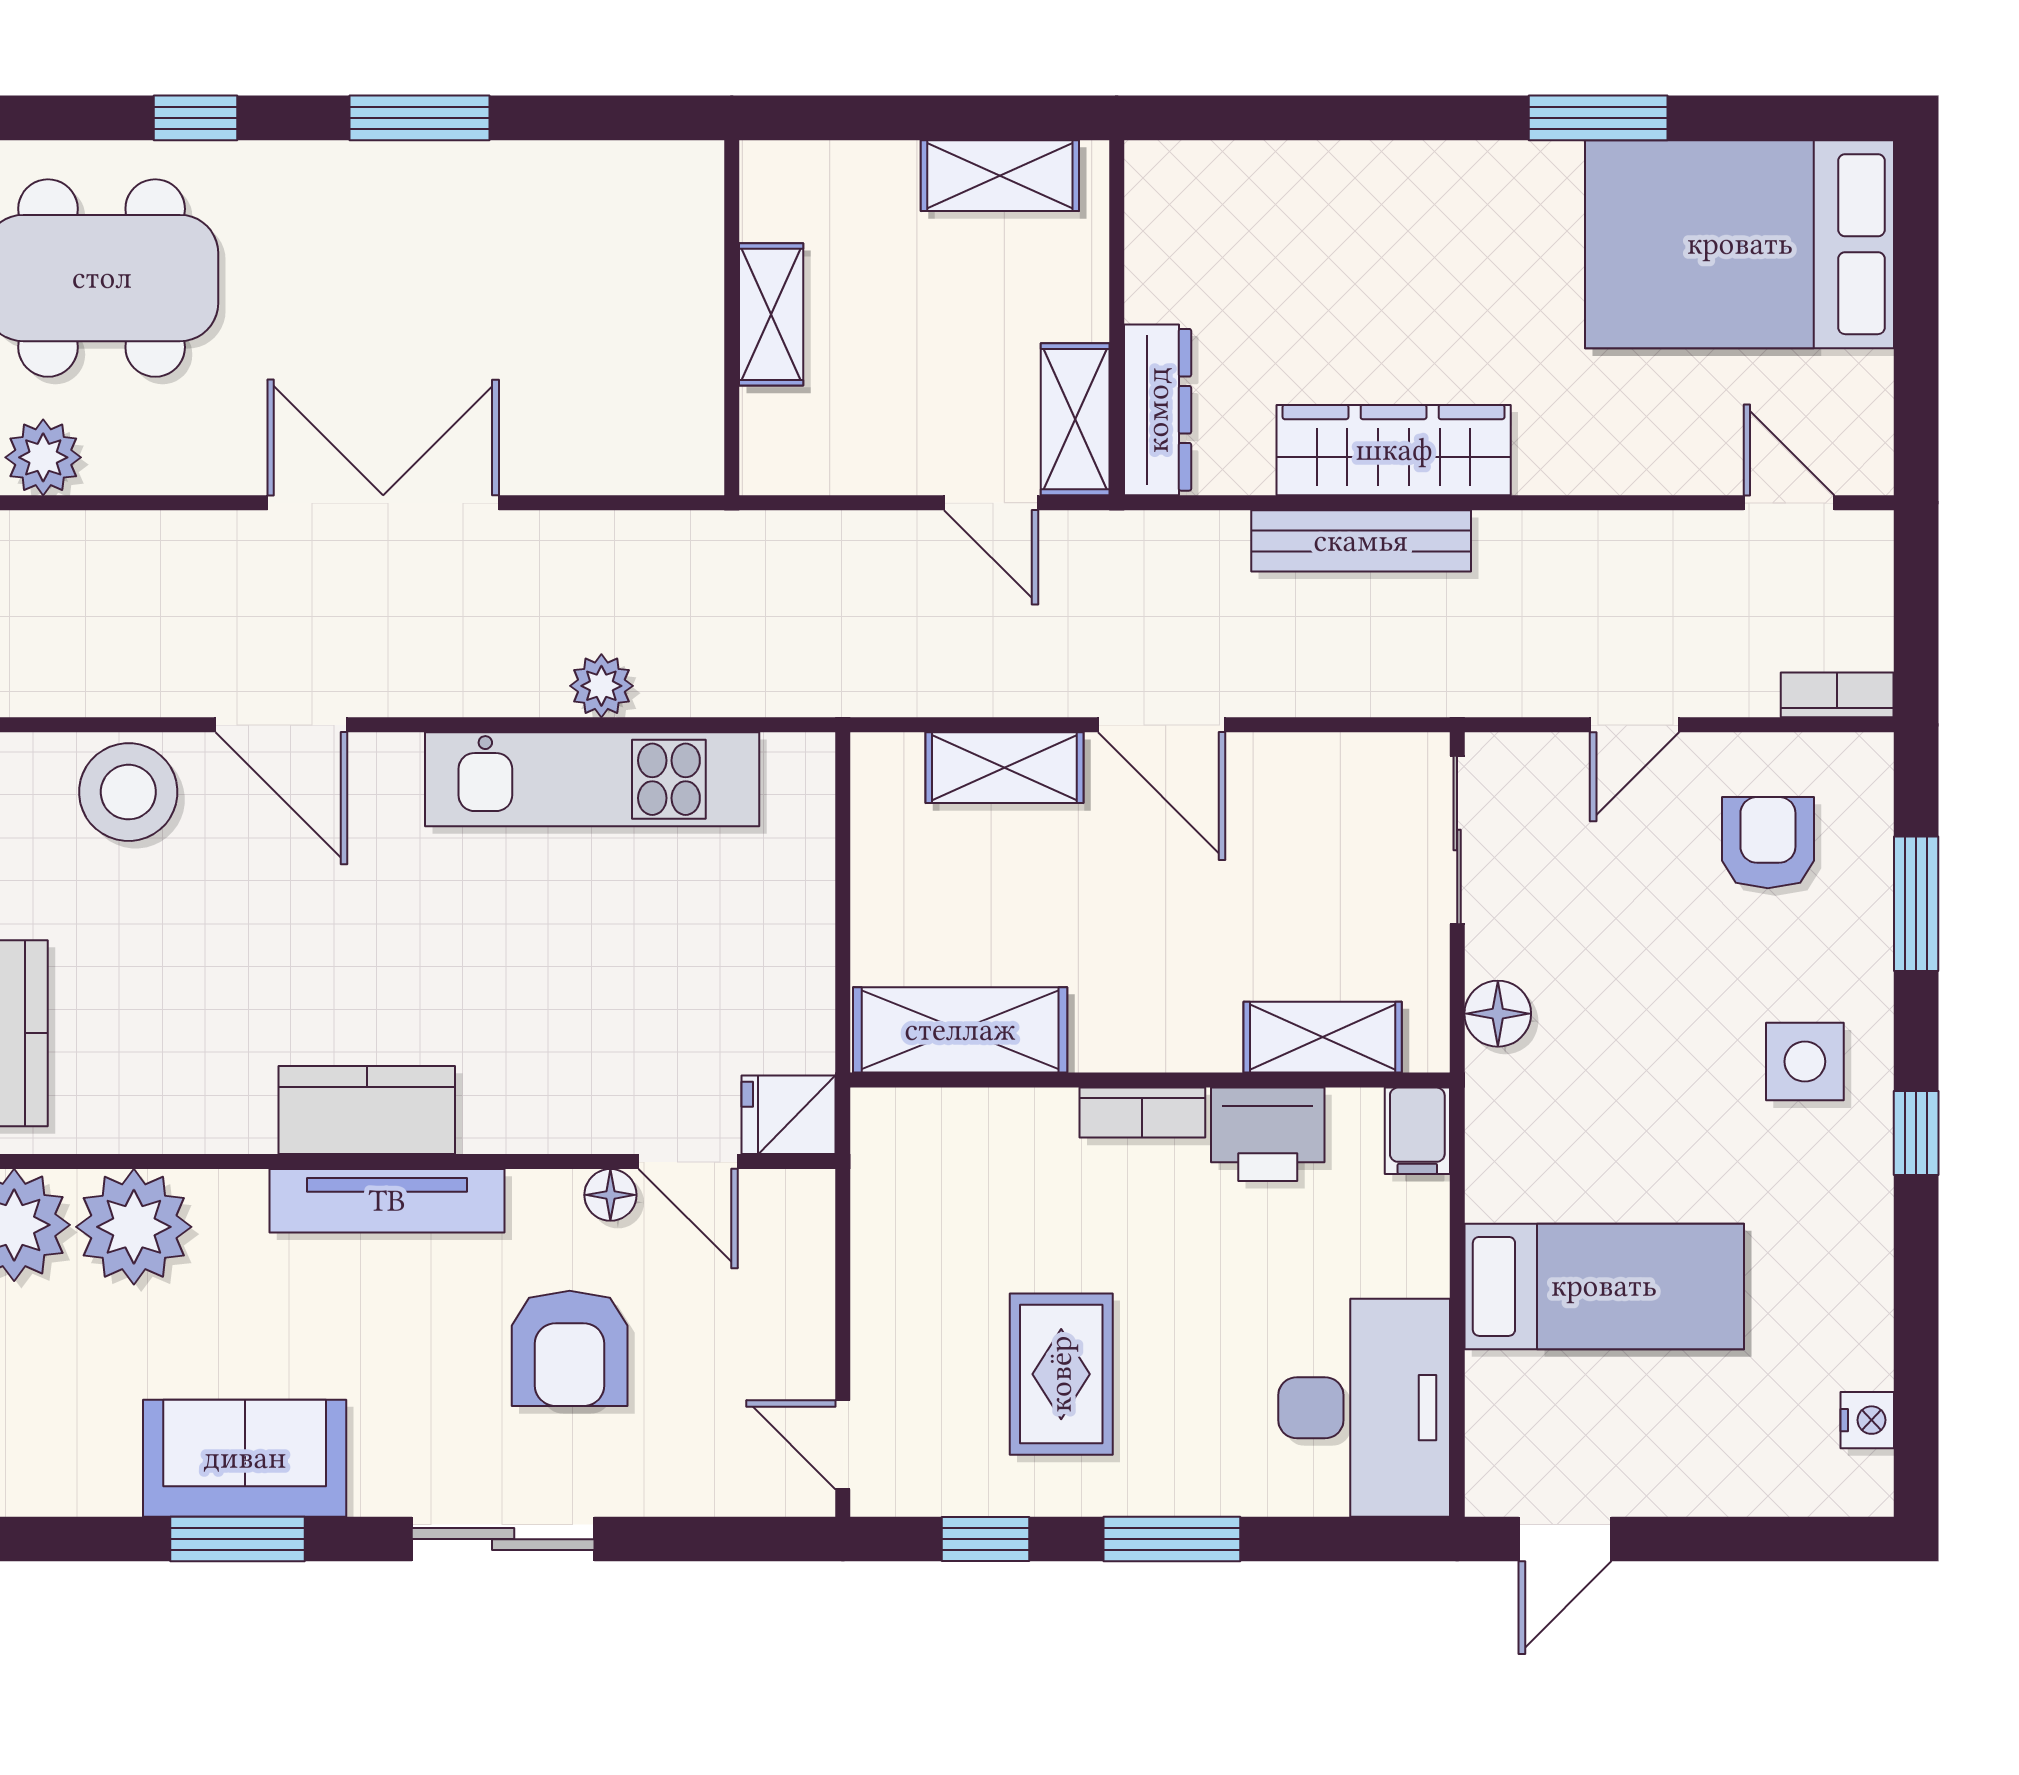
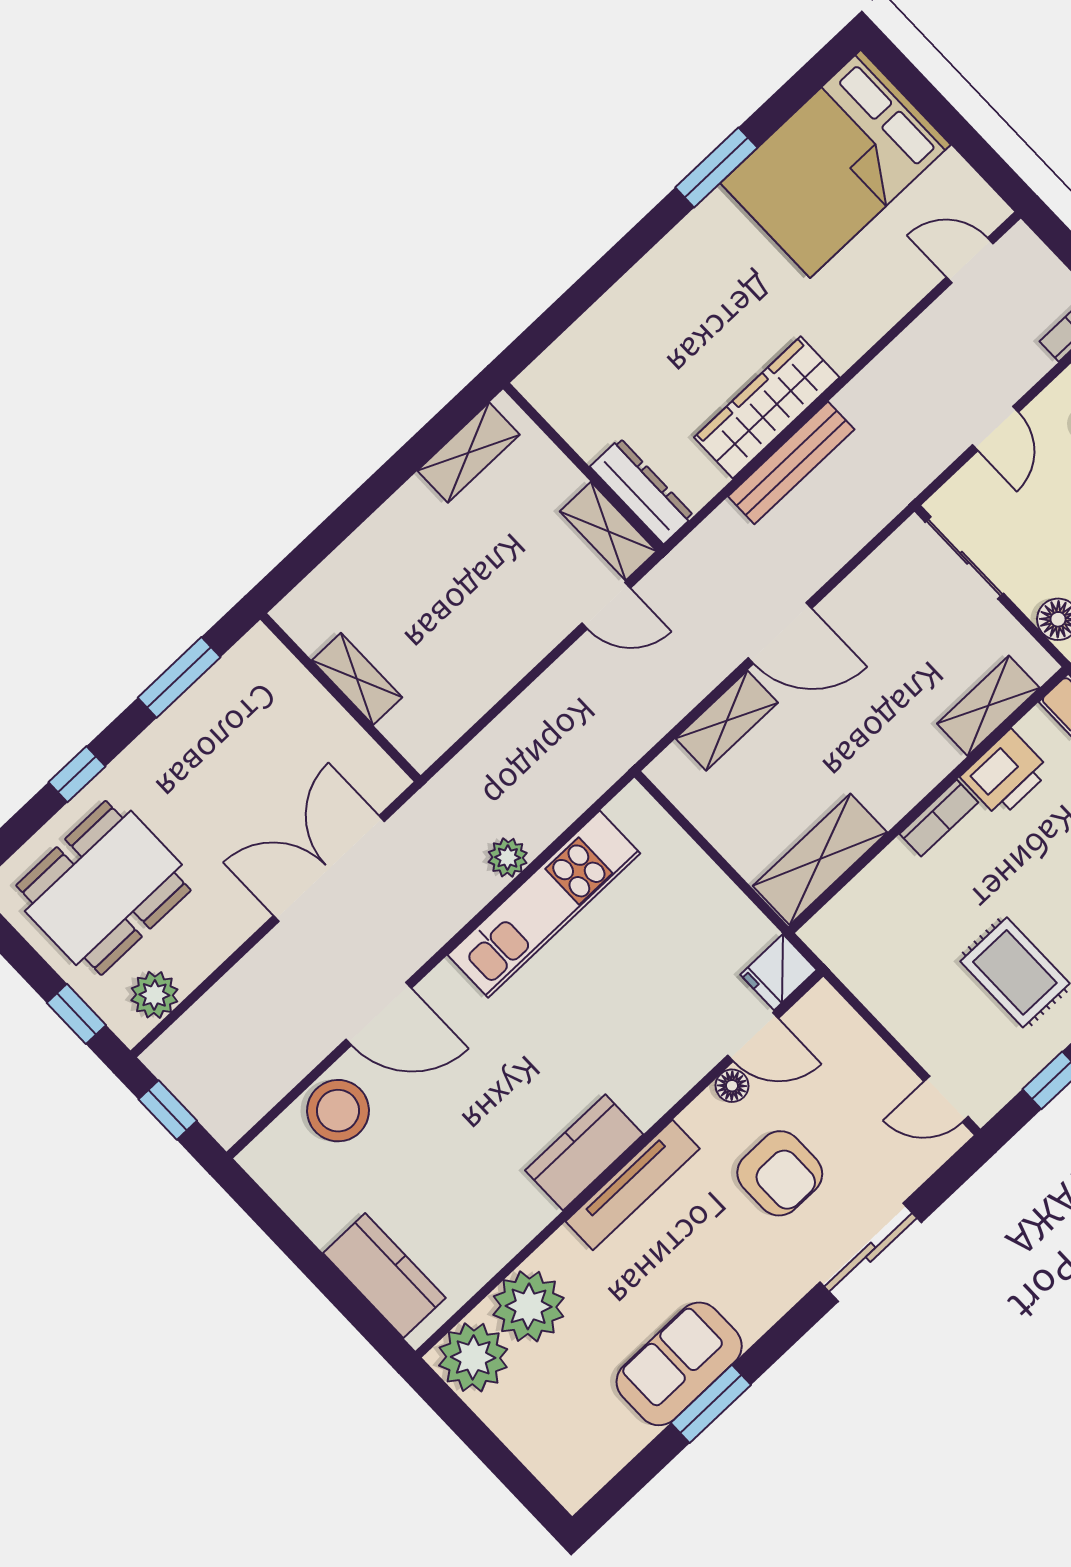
shelving: (771, 314) -> (357, 679), moved
wall: (732, 318) -> (340, 697), moved
sliding door: (503, 1539) -> (871, 1252), moved

